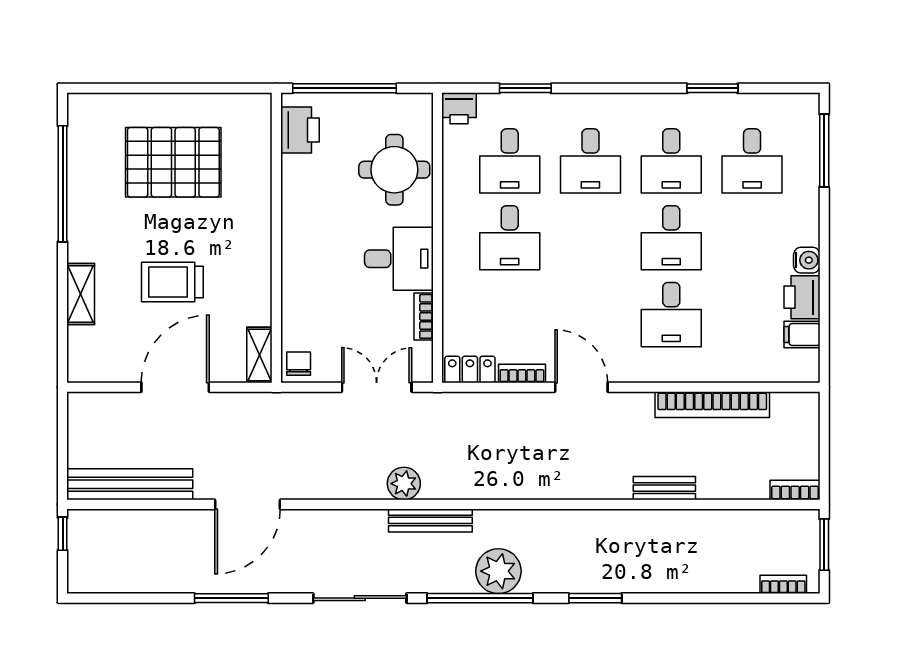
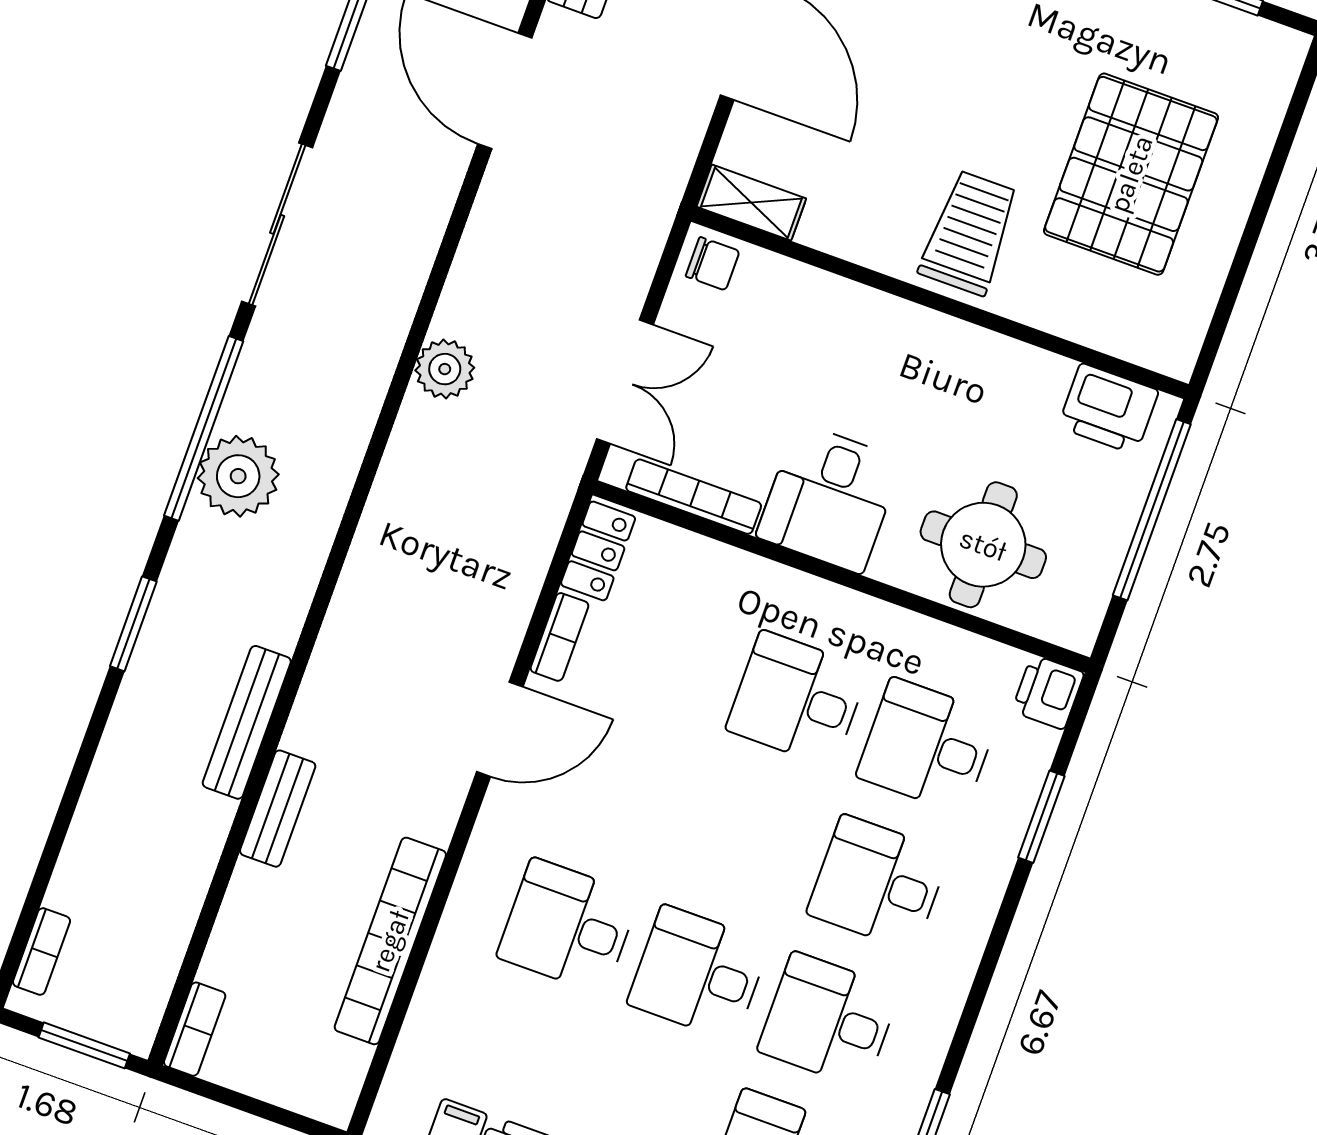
trolley: (172, 282) -> (969, 233), moved
bookcase: (424, 316) -> (694, 497), width x1.56
bench: (430, 520) -> (247, 722), moved

